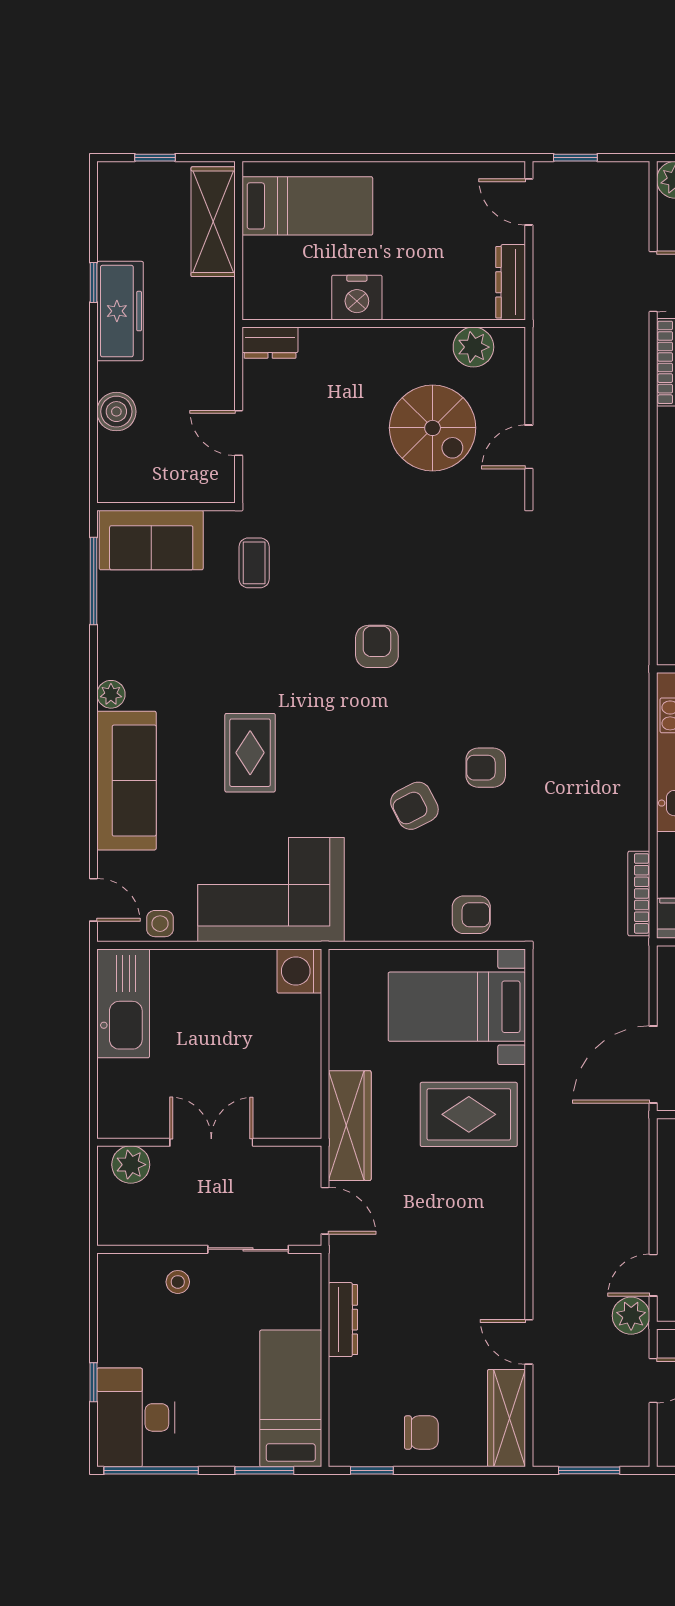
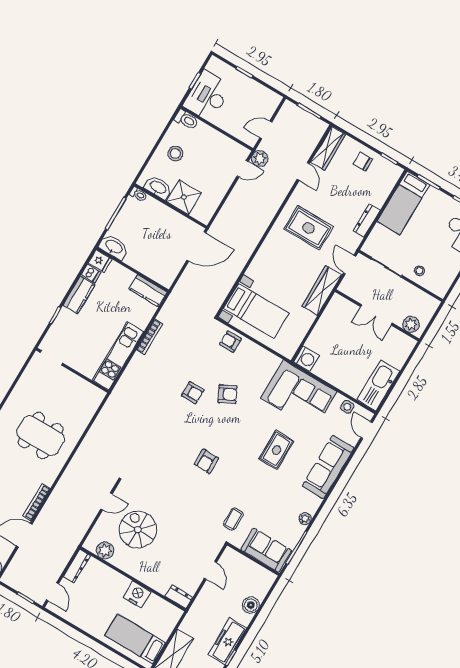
plant: (111, 694) -> (305, 519), moved
bookcase: (639, 893) -> (150, 337), moved
rug: (469, 1114) -> (309, 228), moved

